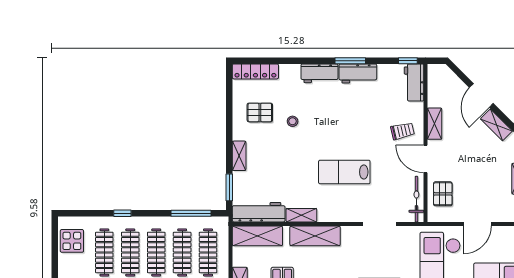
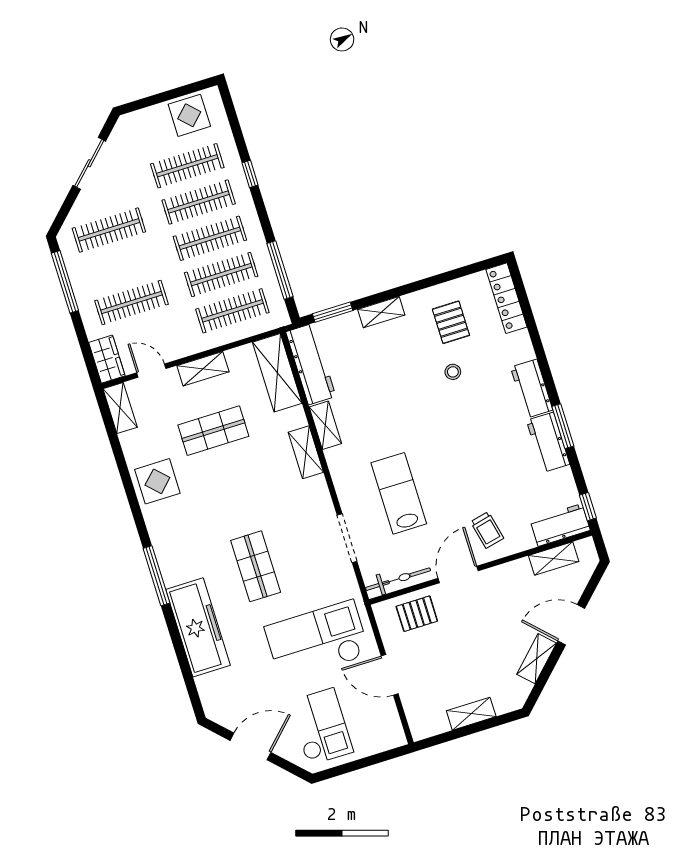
shelving: (435, 124) -> (554, 559), moved
lab bench: (344, 172) -> (399, 493), moved
shelving: (315, 236) -> (306, 452), width x0.67, depth x0.75

